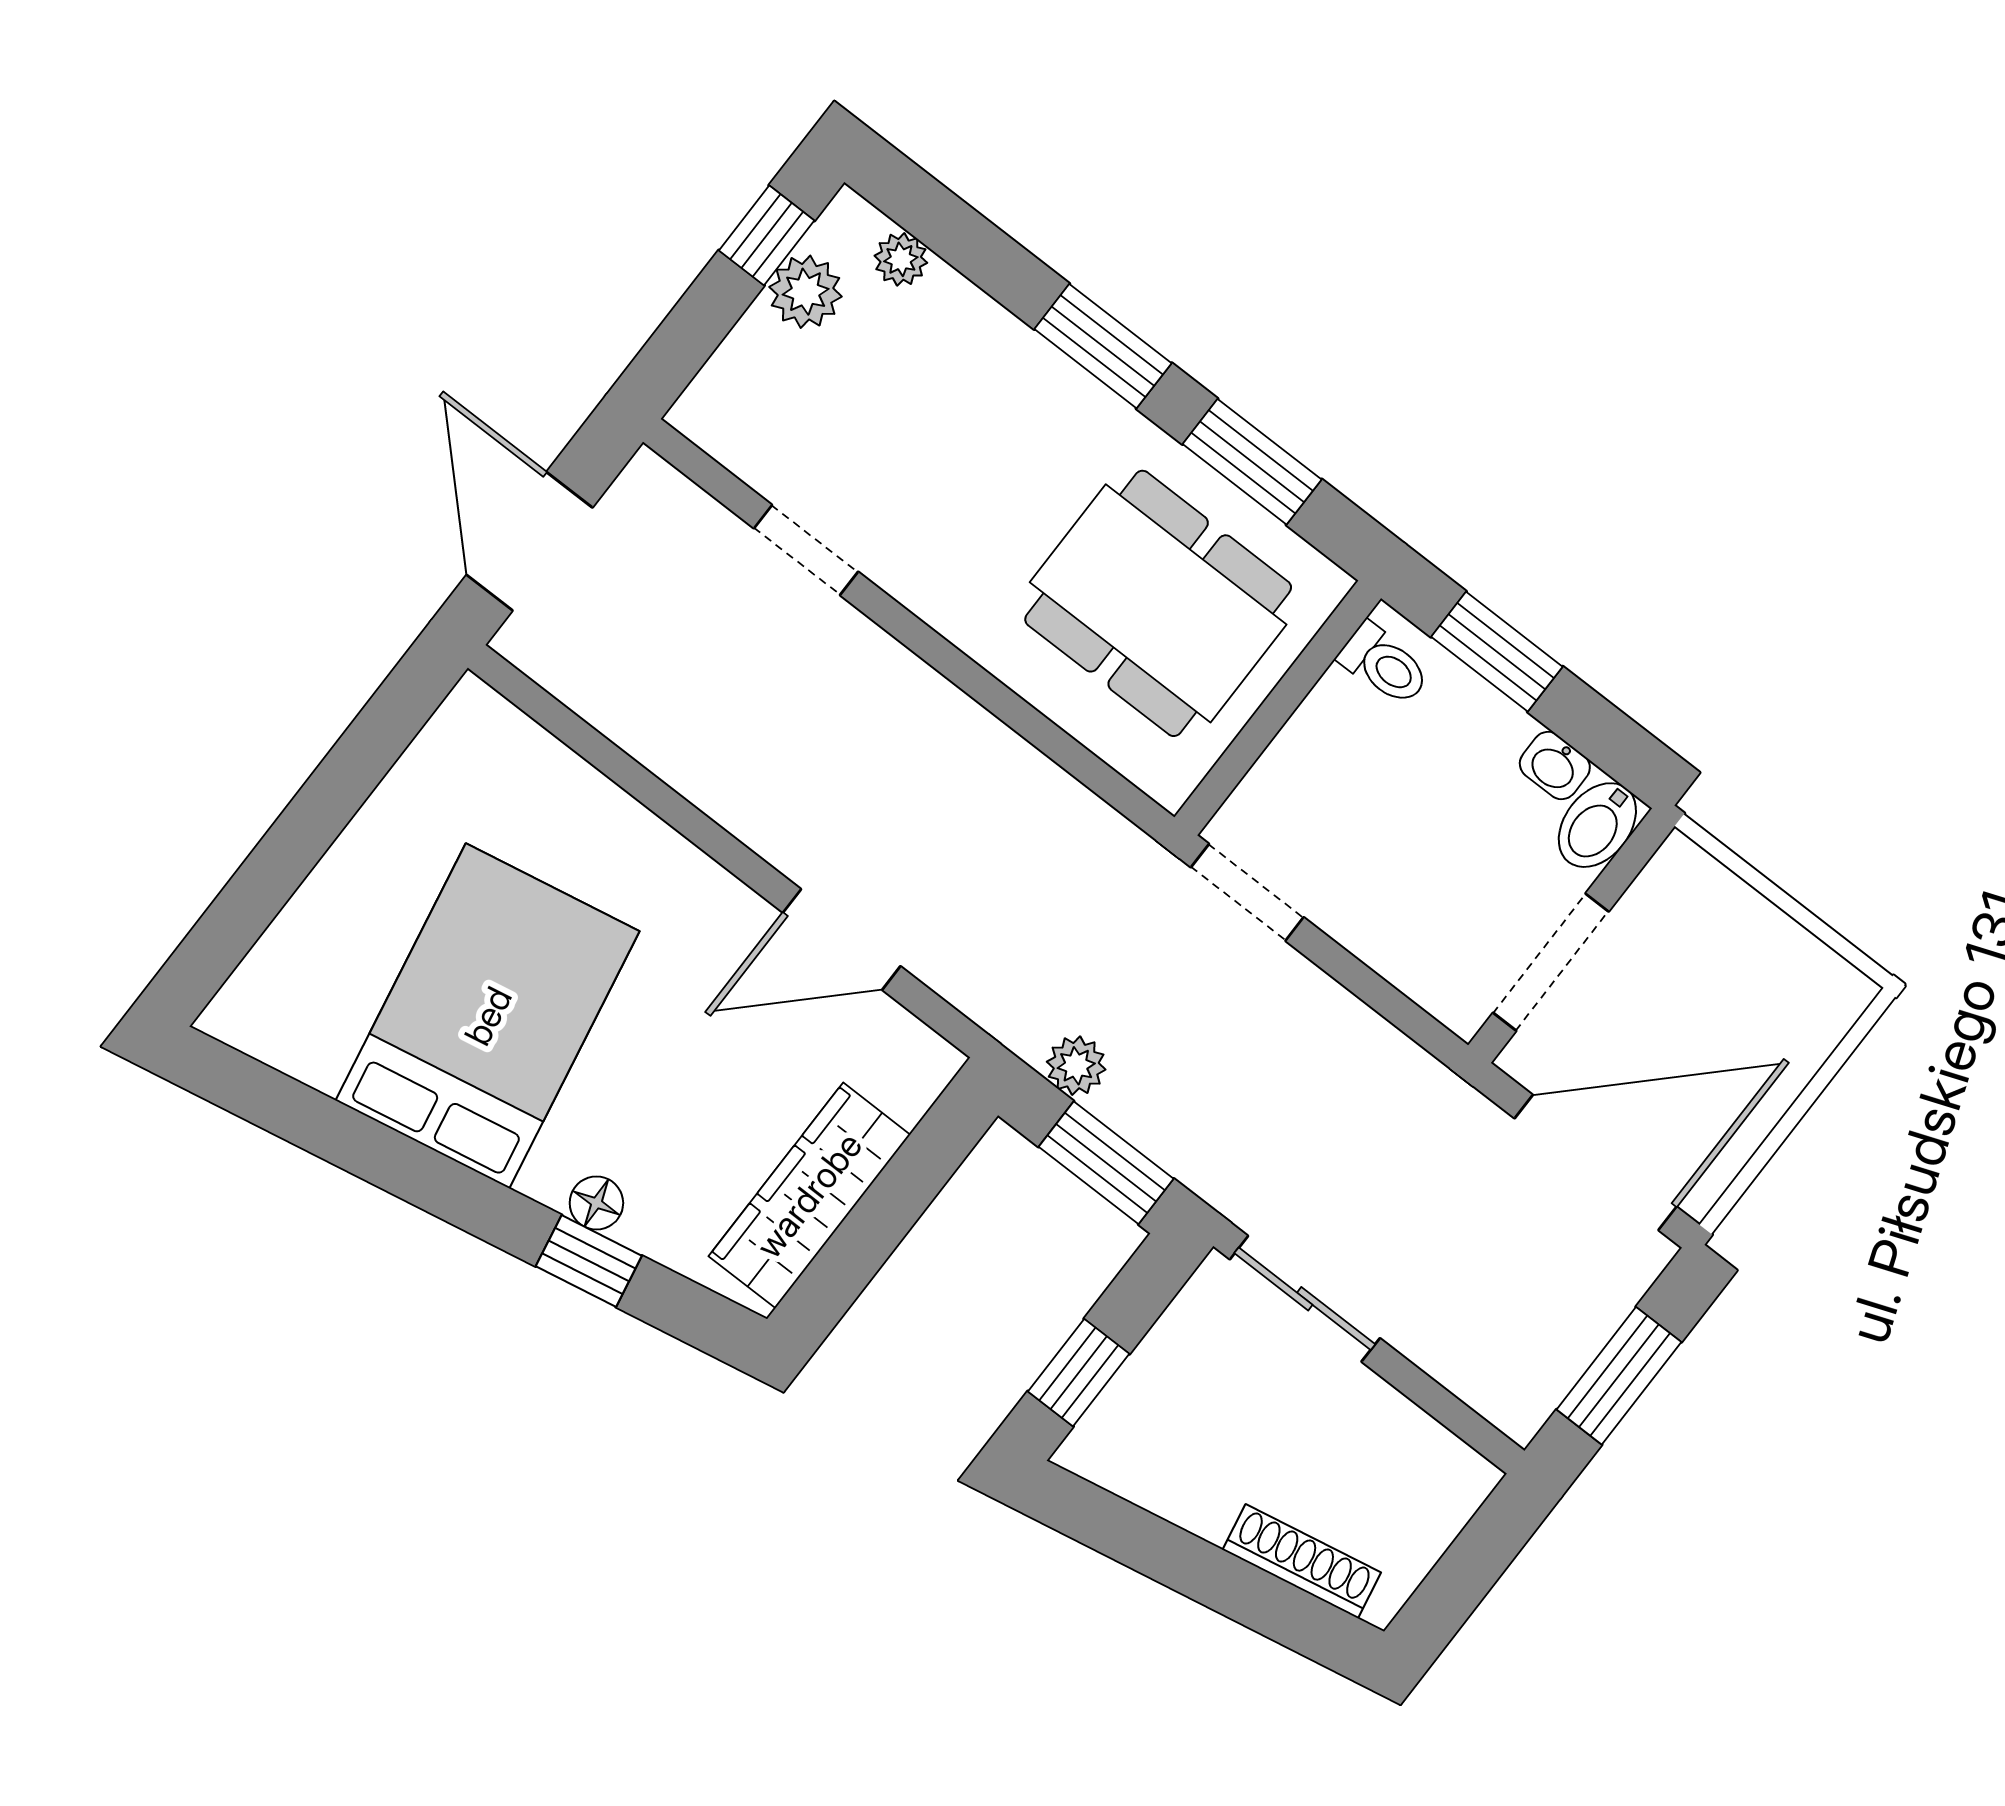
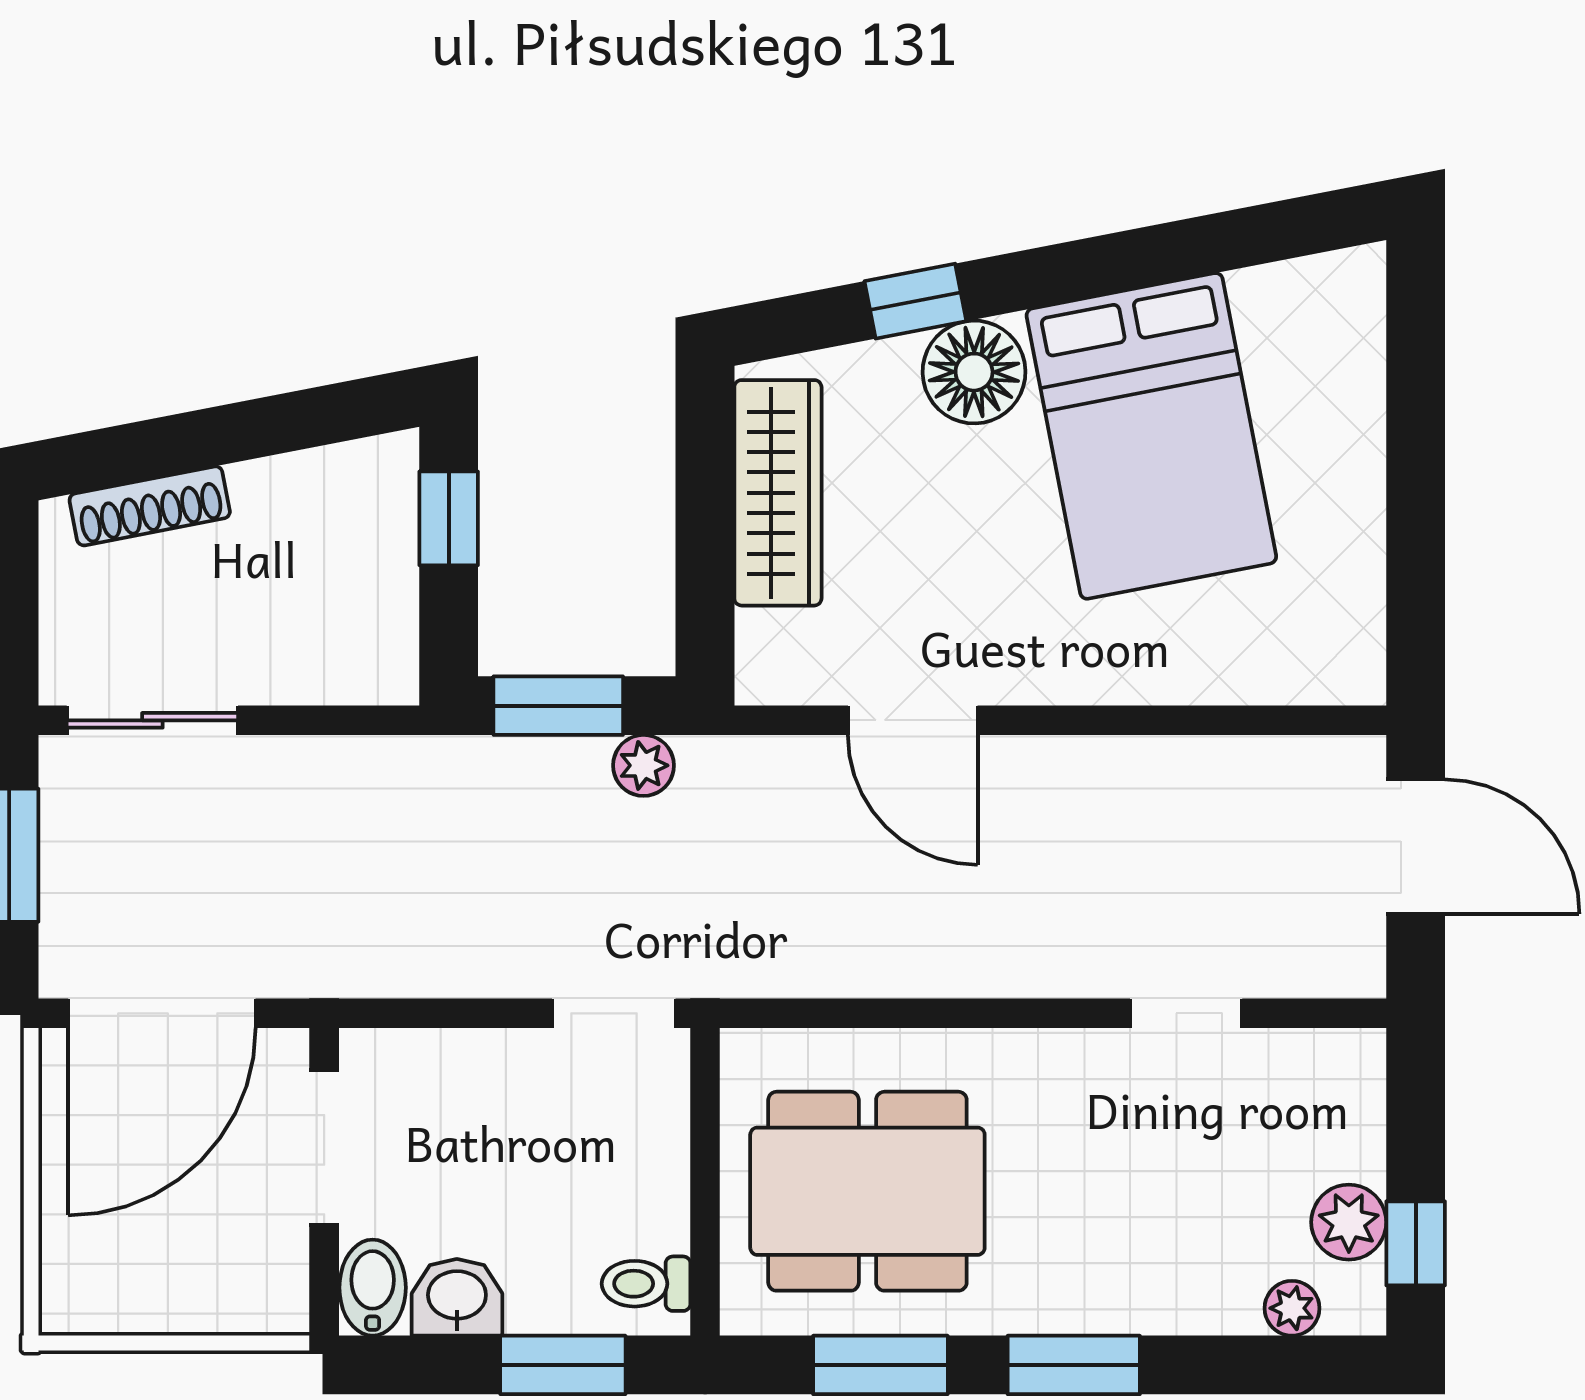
washbasin: (1555, 766) -> (457, 1297), width x1.38, depth x1.45
door: (842, 939) -> (913, 720), swing flipped
floor lamp: (596, 1203) -> (974, 372), width x1.89, depth x1.89
sliding door: (1305, 1299) -> (152, 720), moved

